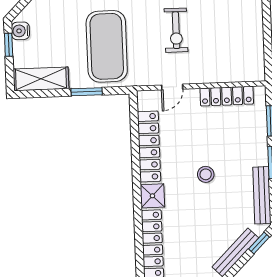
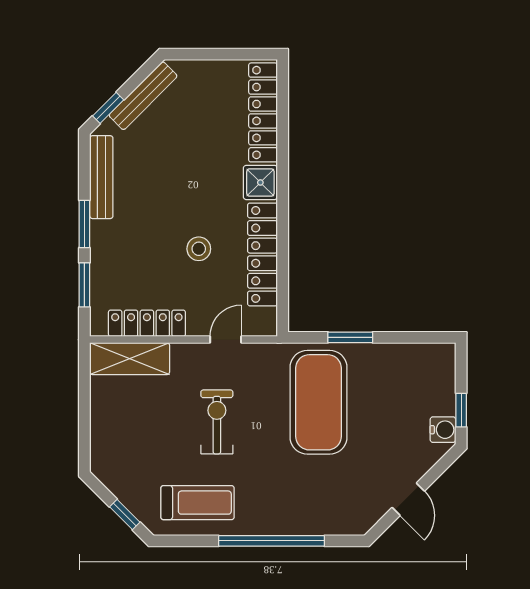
shelving: (41, 79) -> (130, 359), moved
stool: (206, 174) -> (199, 249), moved

